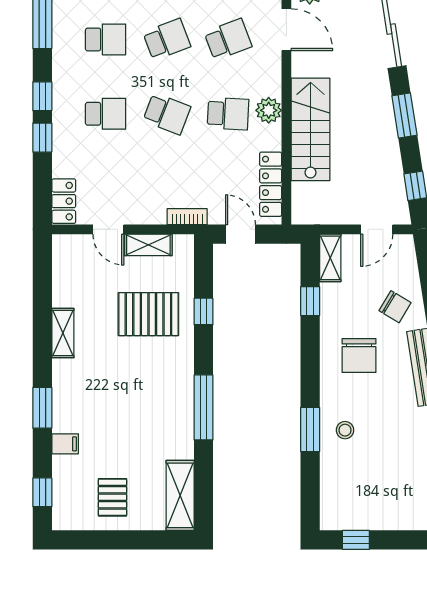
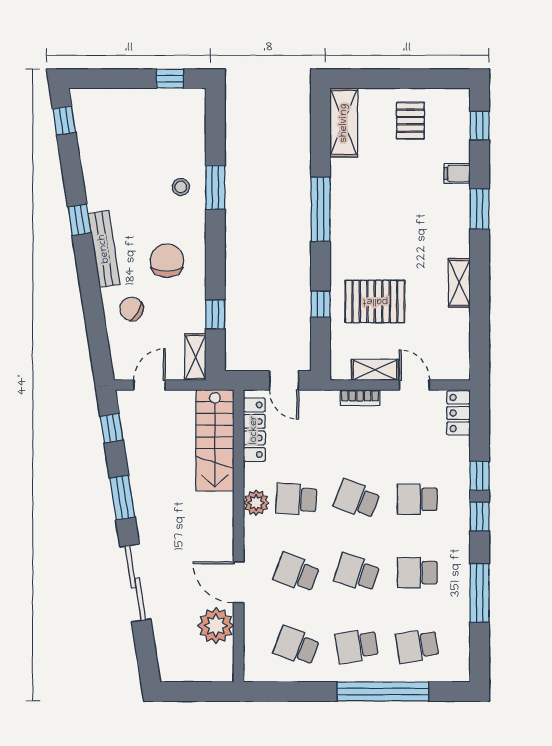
school desk: (167, 39) -> (357, 573), turned 39
school desk: (228, 39) -> (296, 573), turned 42
stairs: (311, 129) -> (215, 440), moved
bookcase: (187, 217) -> (360, 398), moved

